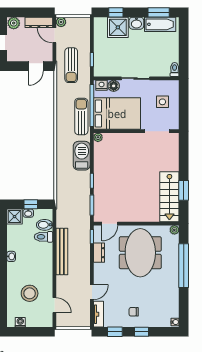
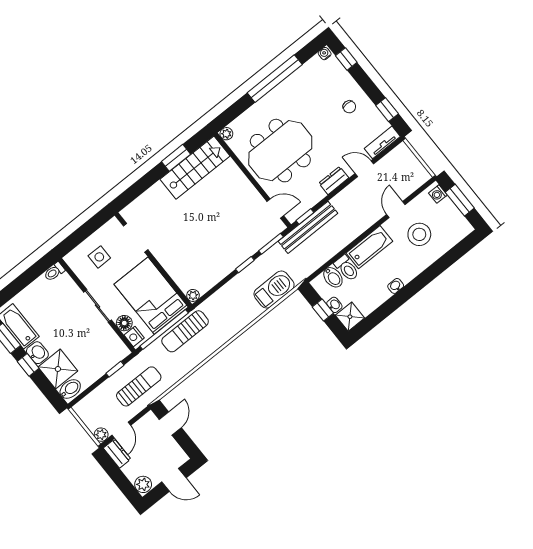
window: (116, 12) -> (28, 365), moved
dresser: (39, 22) -> (117, 454), width x0.70
bidet: (101, 25) -> (70, 389), added
door: (36, 66) -> (170, 423), hinge flipped
barbecue: (82, 156) -> (274, 290), moved, turned 180
bench: (62, 252) -> (308, 227), moved
dresser: (99, 253) -> (334, 180), moved
bathtub: (45, 259) -> (369, 247), added
window: (184, 266) -> (275, 79), moved
door: (54, 305) -> (396, 209), moved
washing machine: (20, 322) -> (438, 194), moved
window: (31, 332) -> (460, 200), added
window: (142, 332) -> (346, 59), moved

